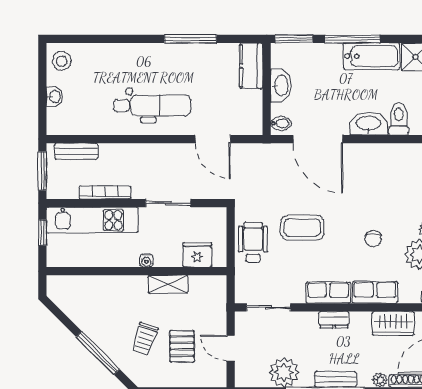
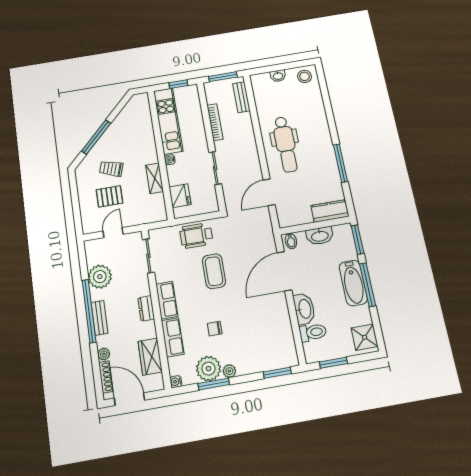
bathtub: (372, 56) -> (353, 283), moved
kitchen unit: (92, 220) -> (168, 121), moved, turned 180
wheelchair: (253, 242) -> (196, 236), turned 180

